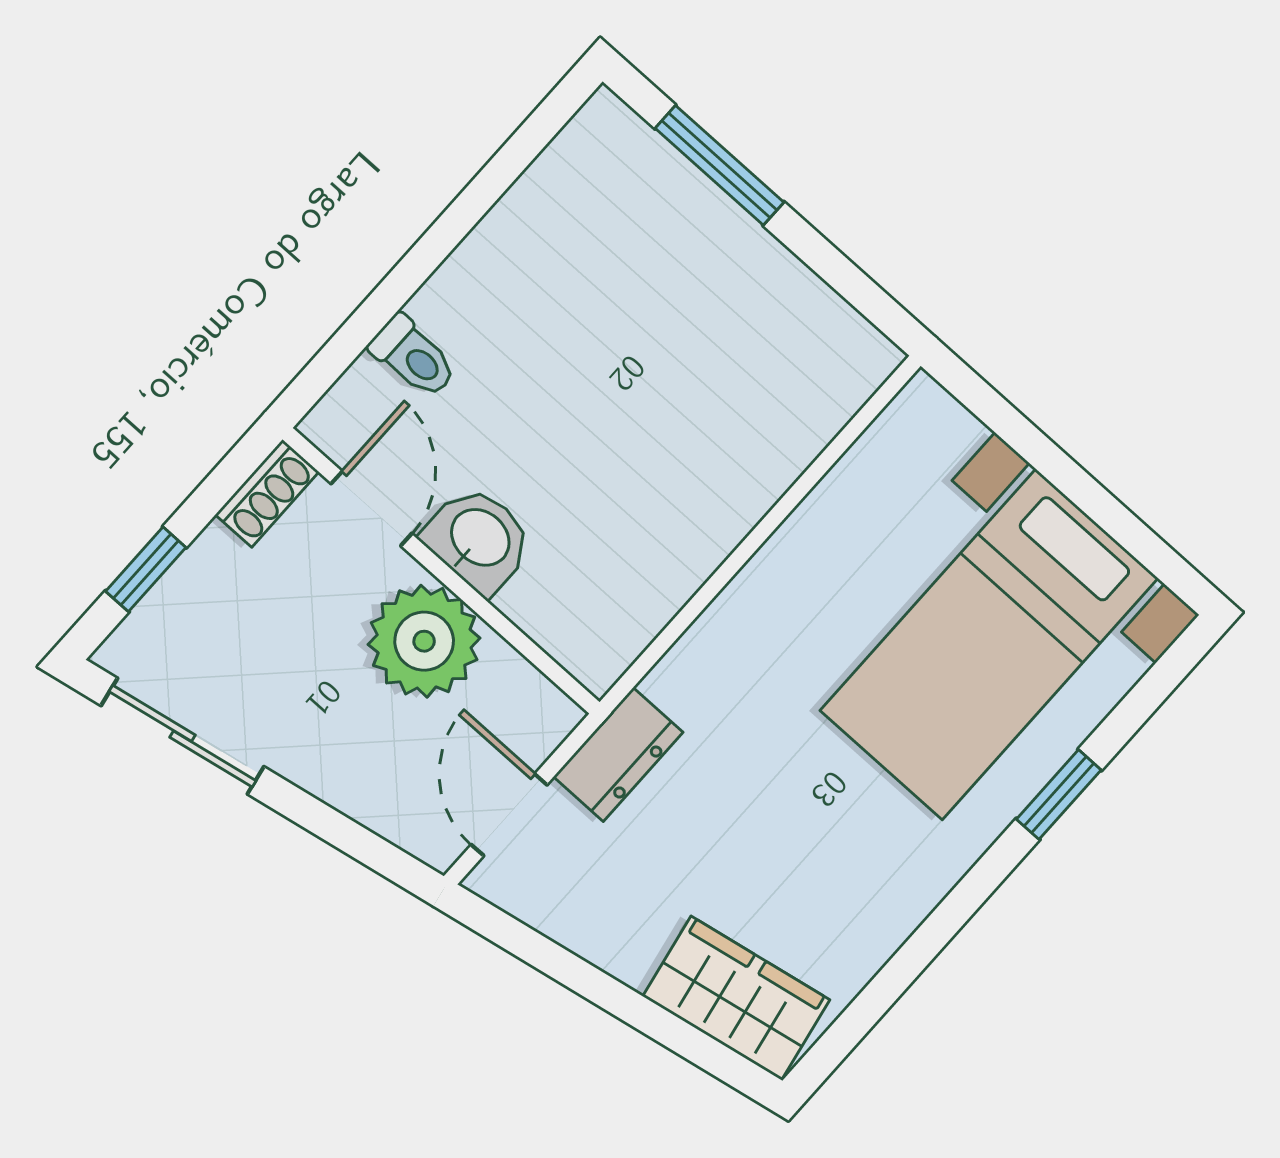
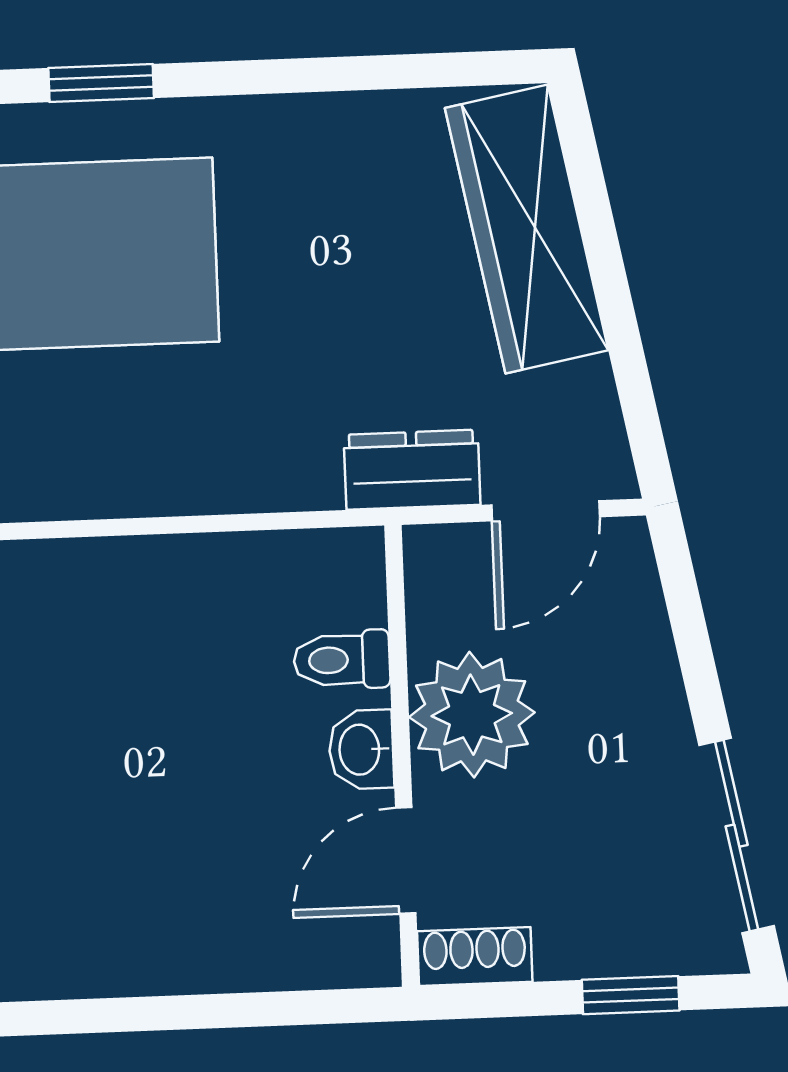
toilet: (413, 357) -> (342, 660), moved, turned -90
washbasin: (479, 539) -> (361, 750), width x0.72, depth x0.69
wardrobe: (736, 998) -> (527, 229), width x1.50

